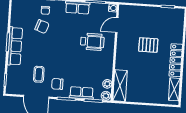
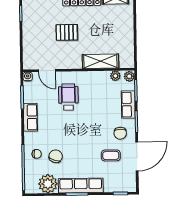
plant: (19, 18) -> (48, 184), added
pallet: (148, 45) -> (67, 32), turned 90
shelving: (120, 86) -> (100, 61), moved

